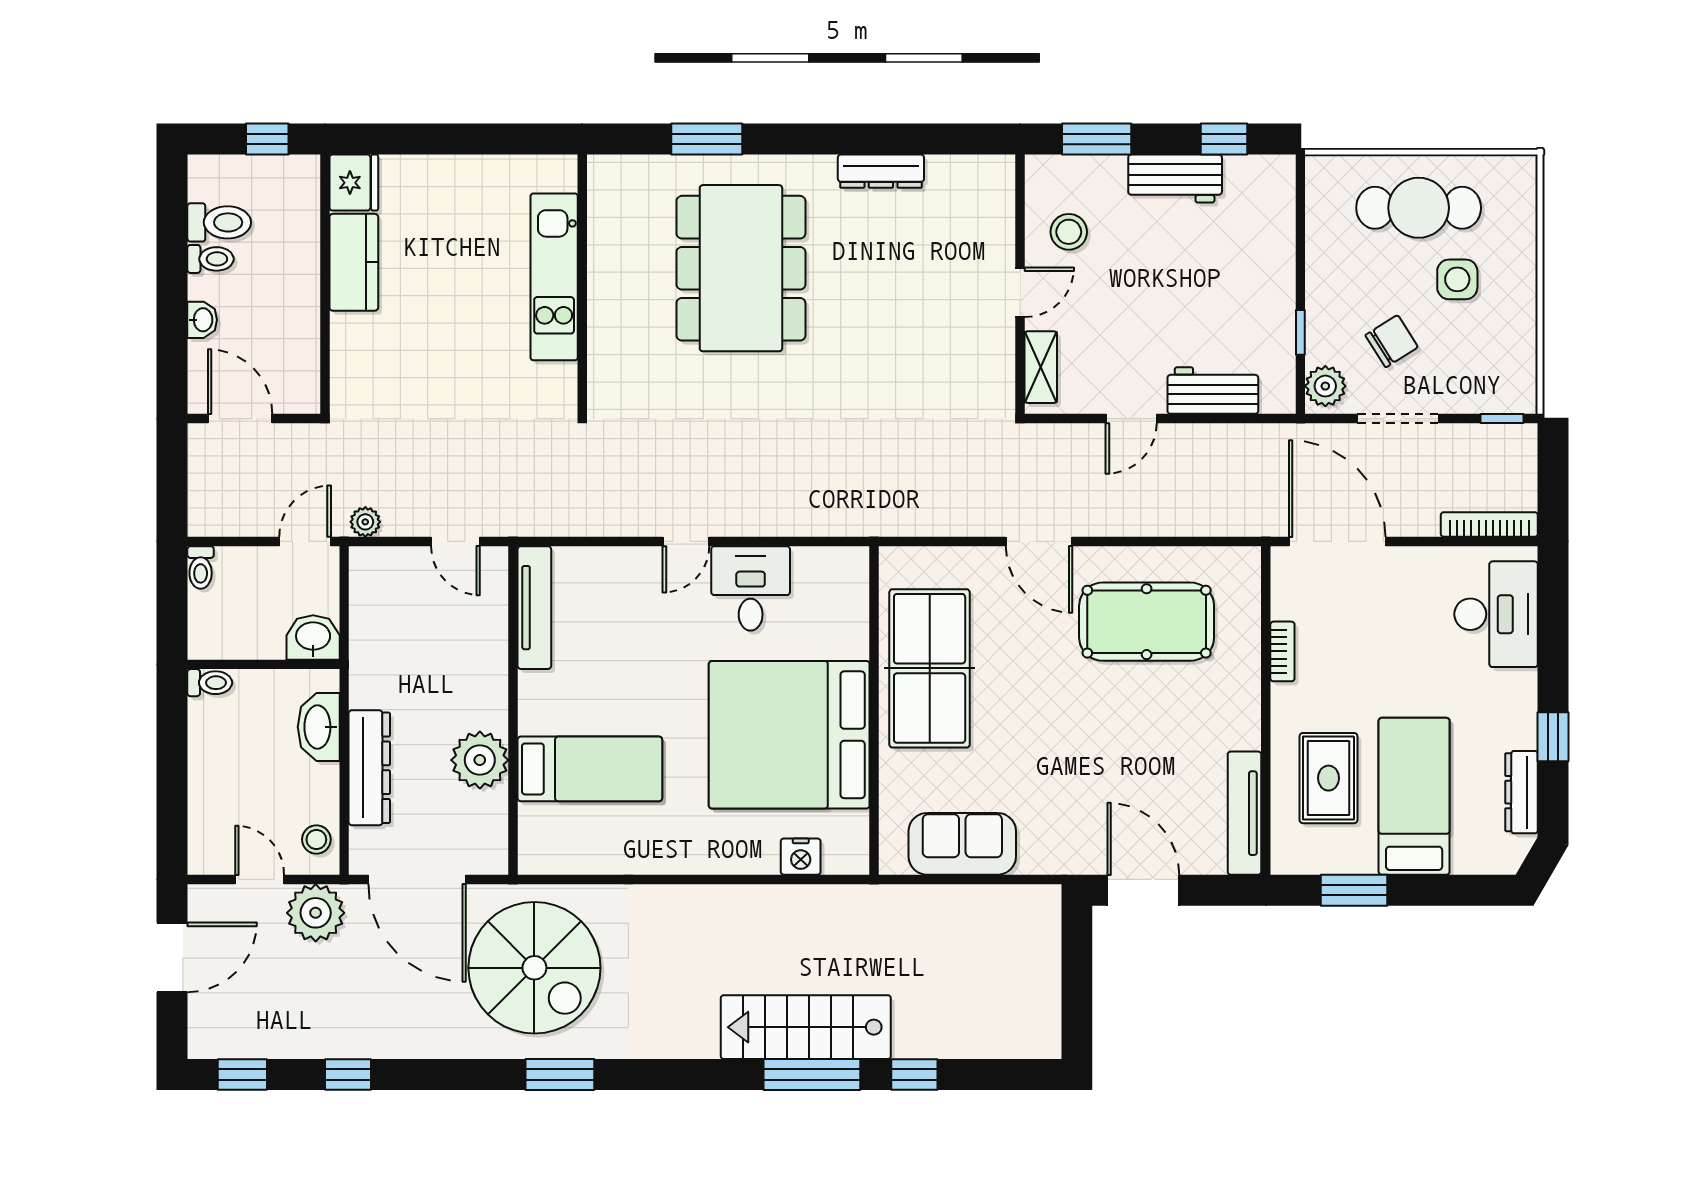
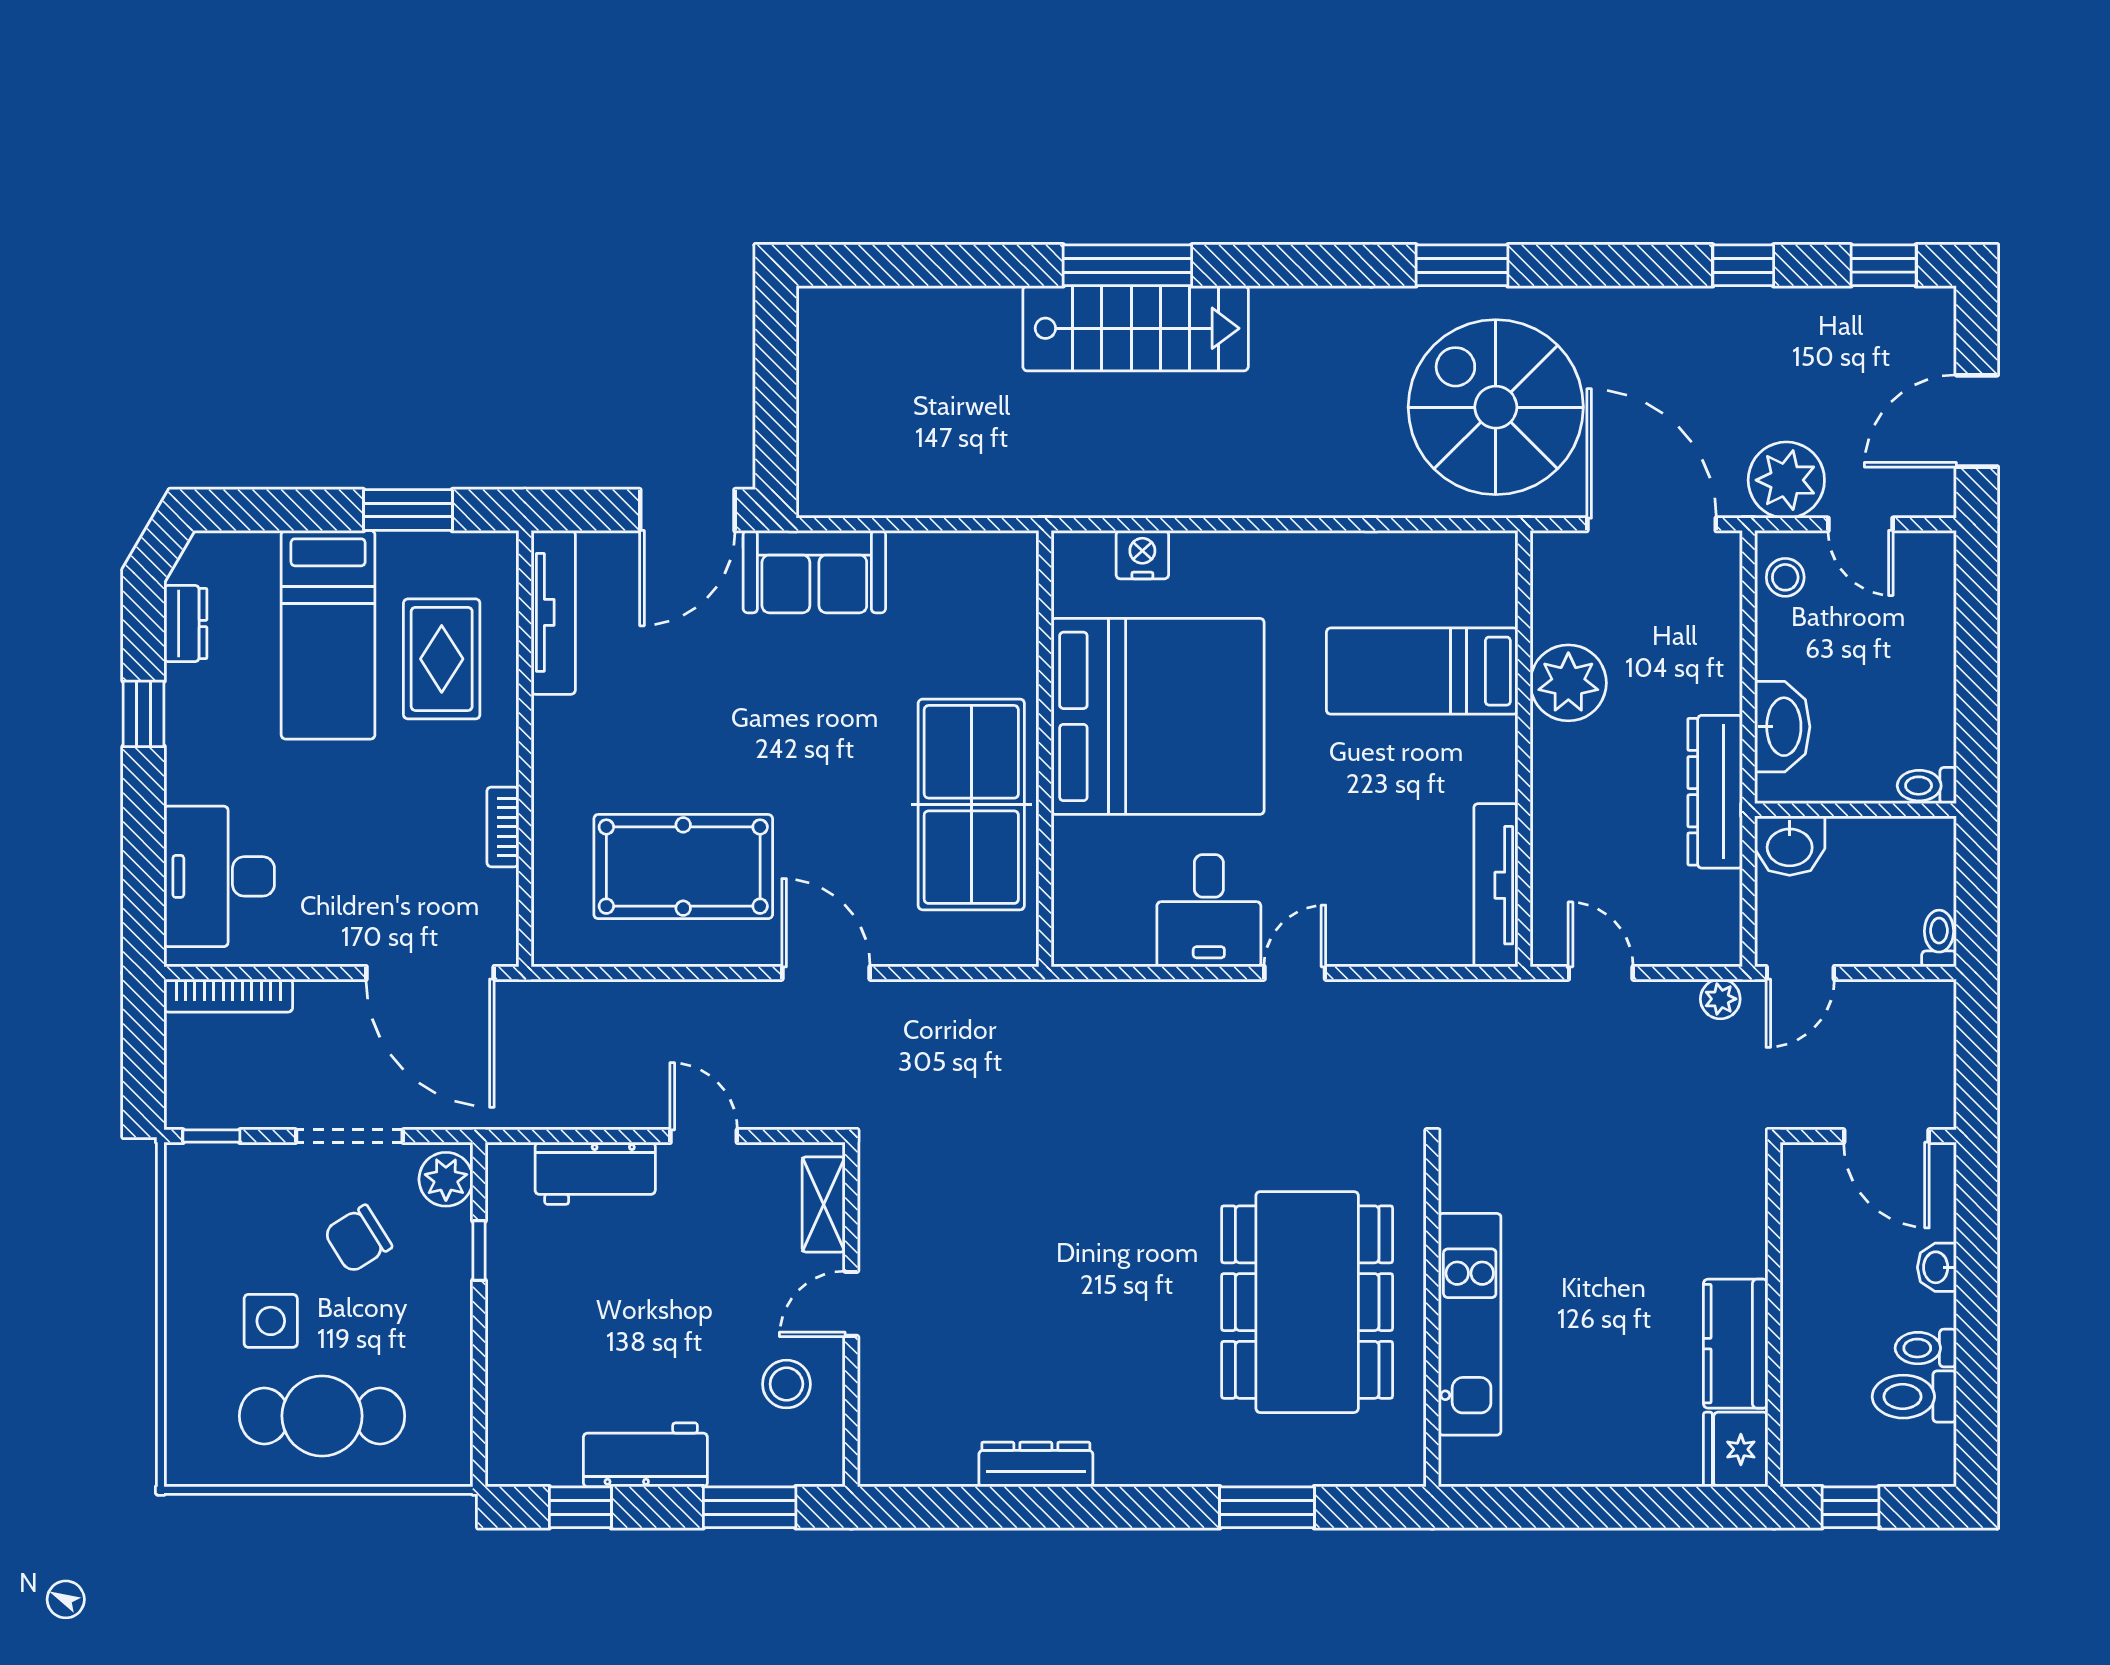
dining table: (741, 268) -> (1307, 1302), moved
door: (1131, 419) -> (704, 1136), hinge flipped
dresser: (369, 768) -> (1715, 792), moved
dresser: (1522, 792) -> (185, 624), width x0.70
sofa: (962, 844) -> (814, 572), moved
door: (1143, 890) -> (687, 510), hinge flipped
window: (914, 1075) -> (992, 265), removed

